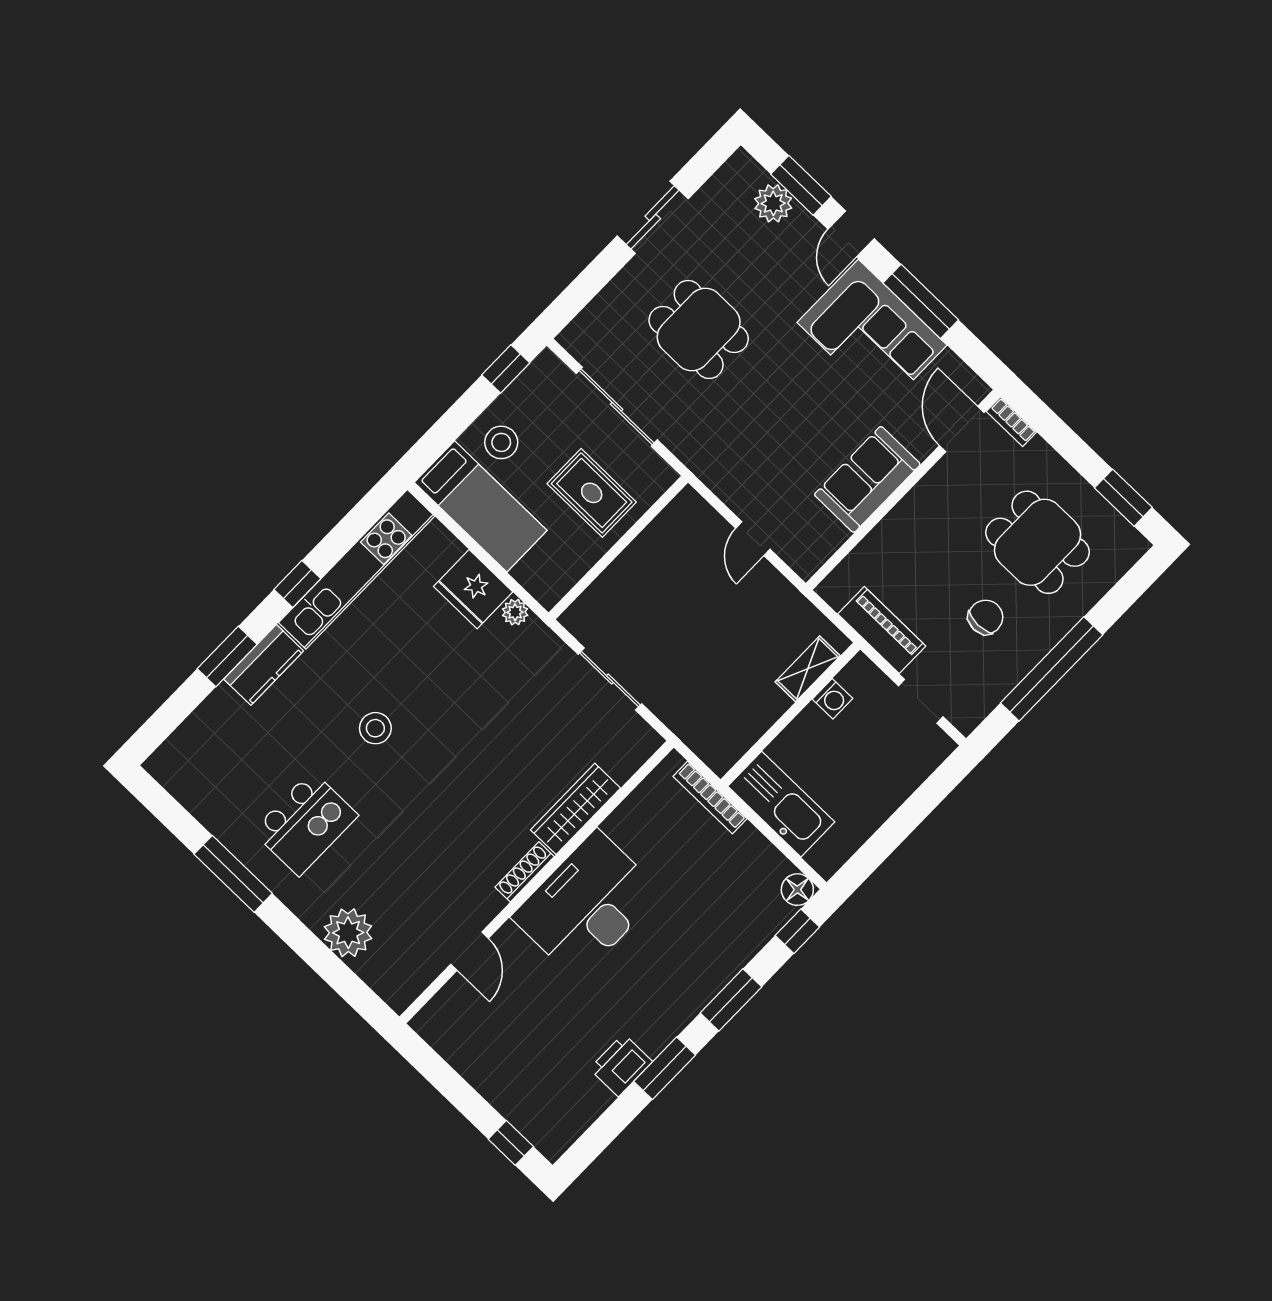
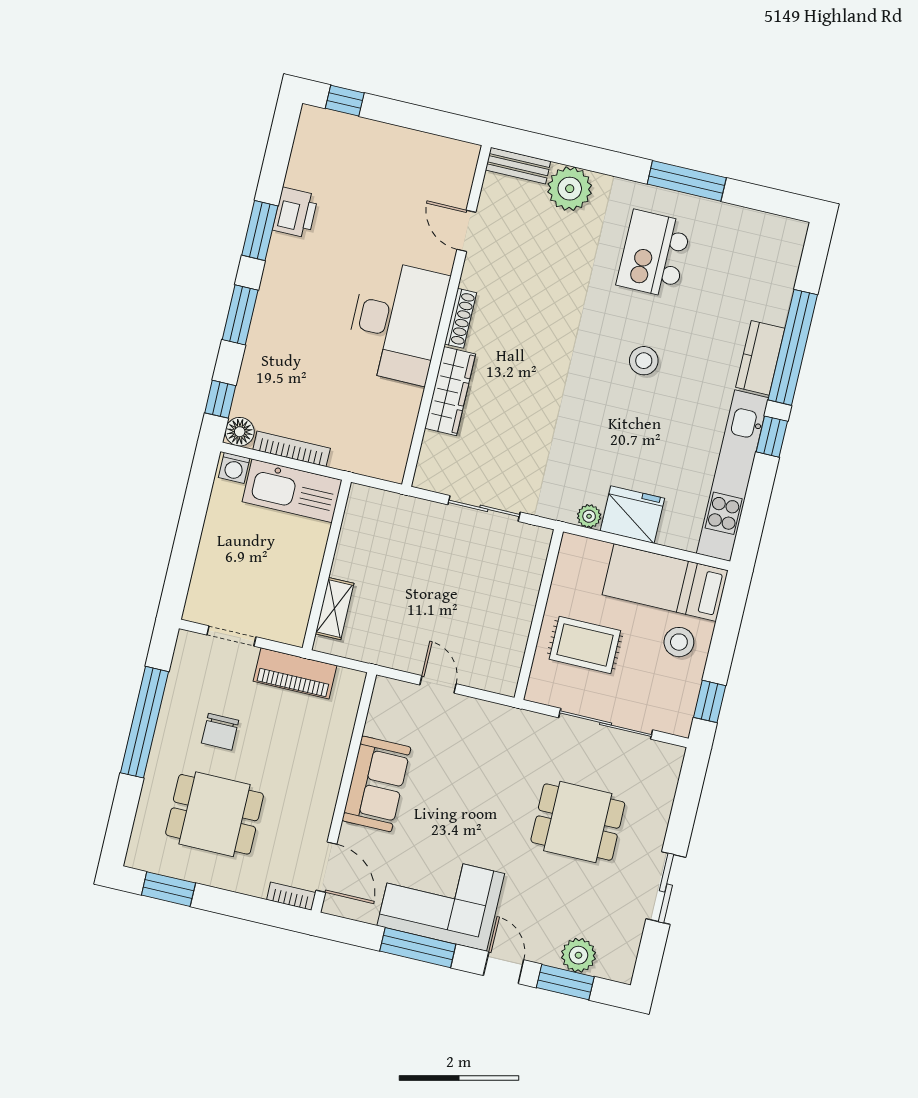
window: (227, 657) -> (793, 347), width x2.11
washing machine: (832, 699) -> (234, 468), moved, turned -90
bookcase: (710, 798) -> (292, 449), moved
bench: (384, 984) -> (518, 166), added

